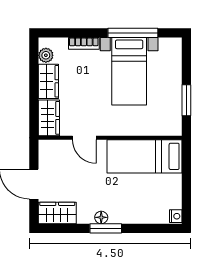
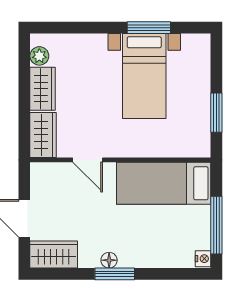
window: (133, 33) -> (149, 28), width x0.69
bookcase: (84, 43) -> (87, 41), removed
window: (186, 190) -> (216, 225), added

